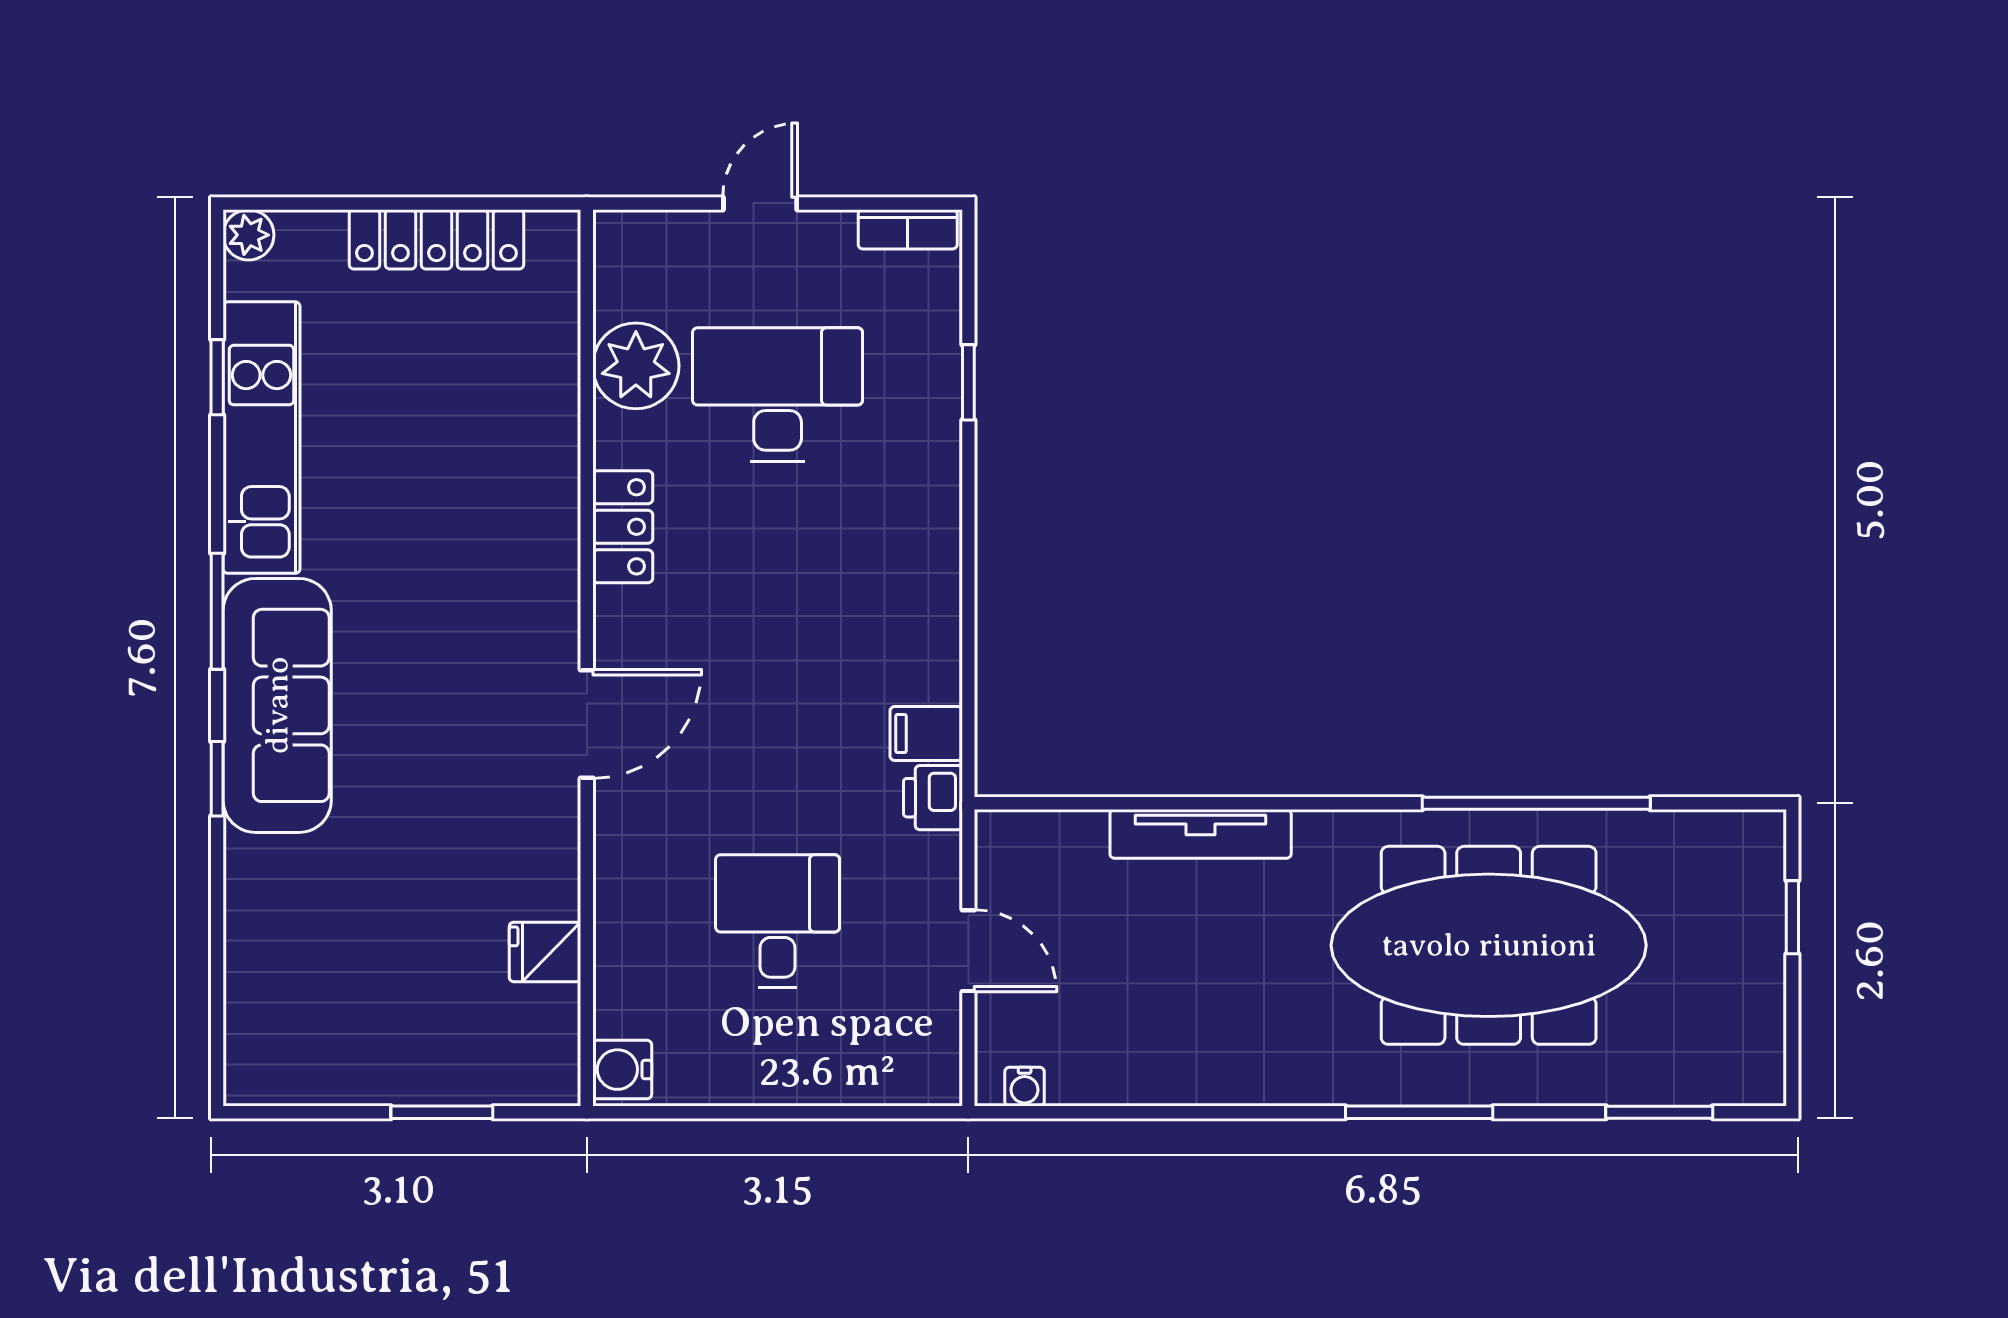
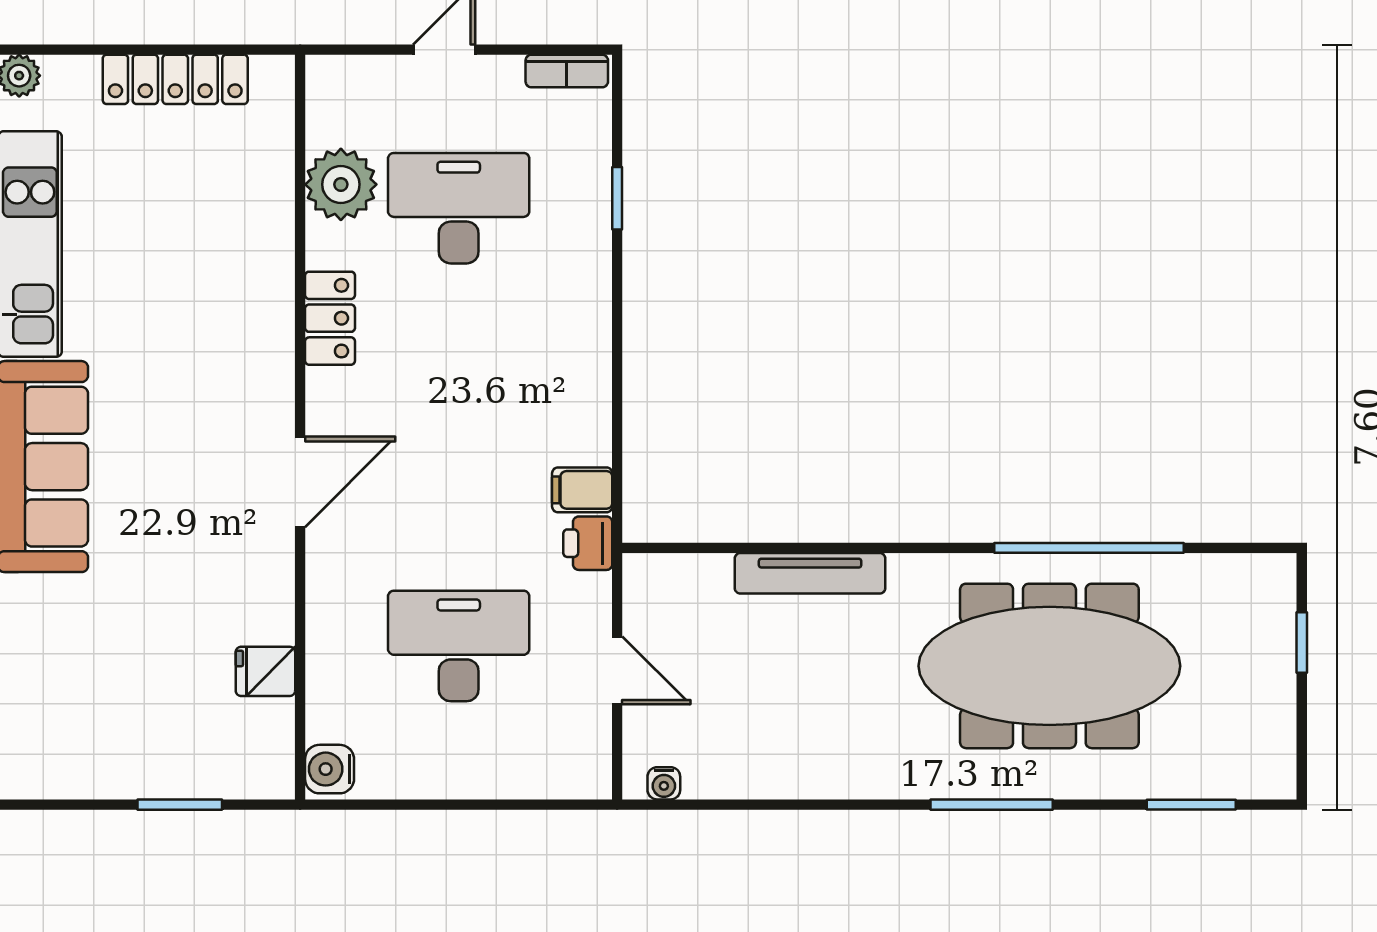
desk: (778, 921) -> (459, 646), width x1.37

